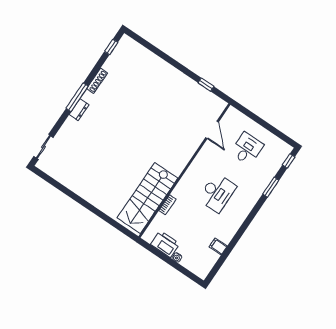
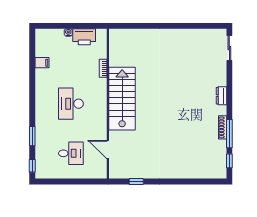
window: (77, 97) -> (229, 134), moved
desk: (247, 149) -> (71, 153), turned -90
stairs: (148, 198) -> (122, 99), moved

